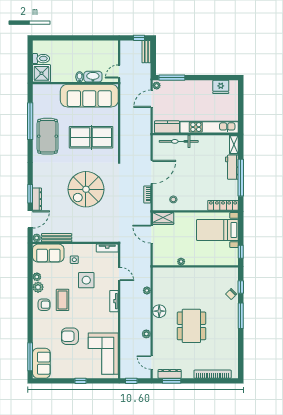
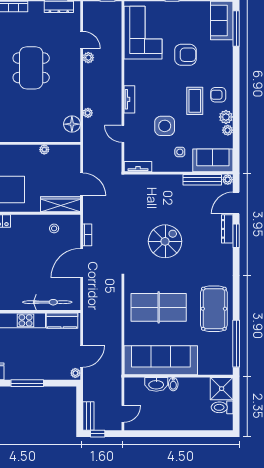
door: (119, 71) -> (123, 414), moved
window: (172, 78) -> (27, 383), moved
window: (30, 121) -> (236, 344), moved
spiral stairs: (86, 189) -> (165, 241), width x0.73, depth x0.73
wardrobe: (163, 218) -> (60, 204), width x1.50
floor lamp: (159, 311) -> (72, 124), moved
door: (152, 363) -> (82, 40), moved

